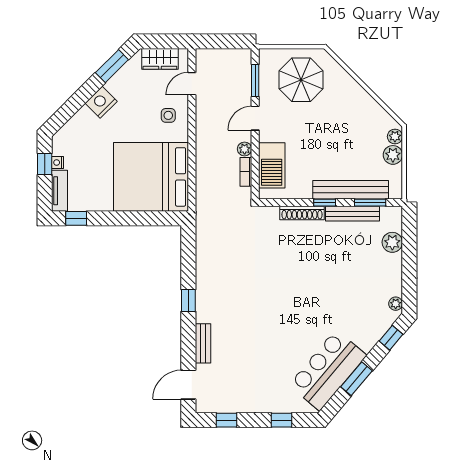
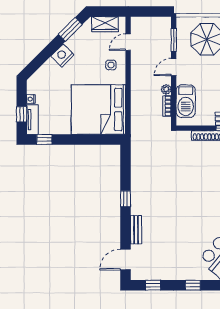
window: (45, 164) -> (22, 114), moved

